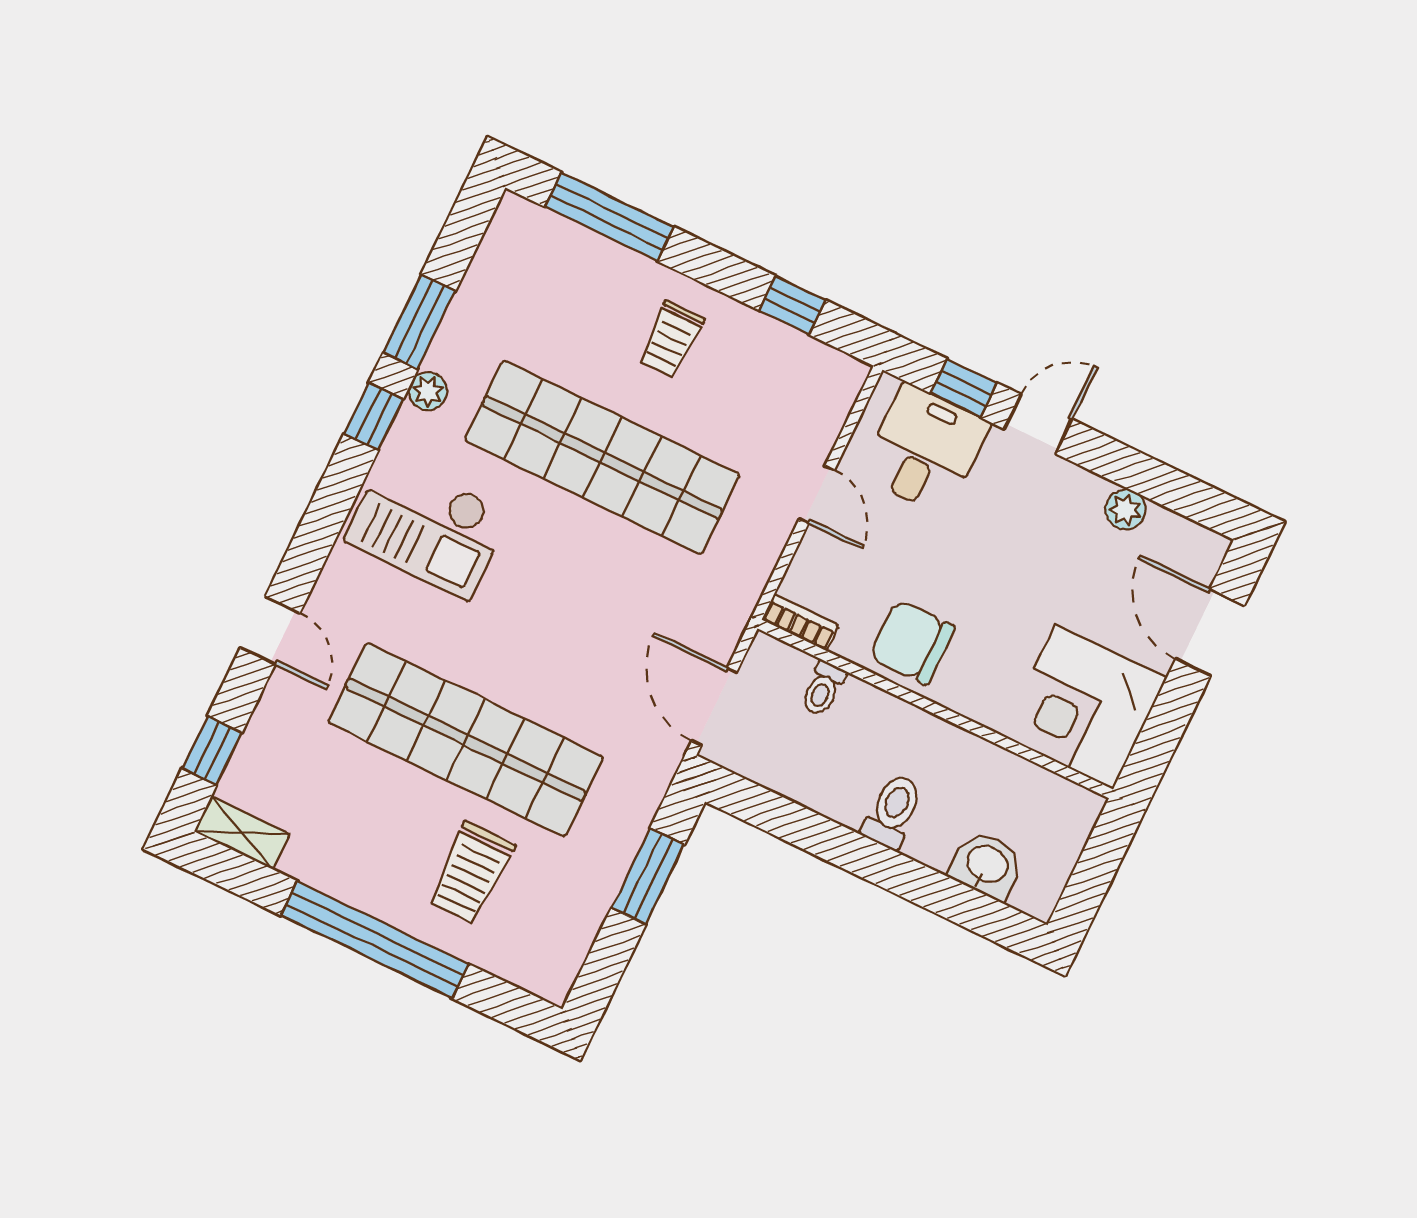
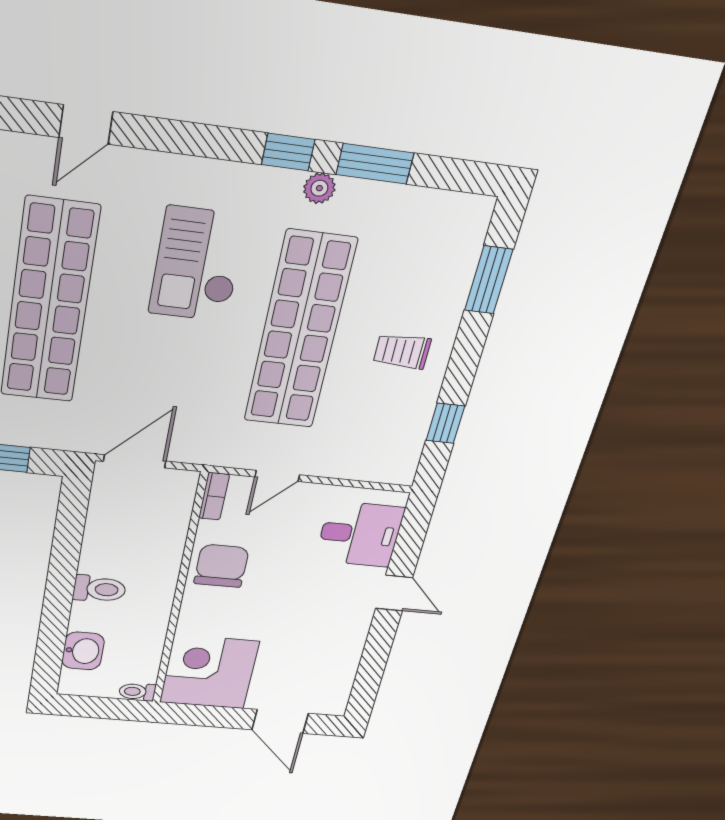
window: (609, 217) -> (489, 280), width x0.69
window: (964, 388) -> (409, 544), removed
door: (817, 494) -> (277, 476), moved
plant: (1126, 510) -> (348, 656), removed
checkout: (427, 527) -> (198, 264), moved
door: (1210, 632) -> (280, 721), swing flipped
toilet: (823, 689) -> (137, 692), moved

